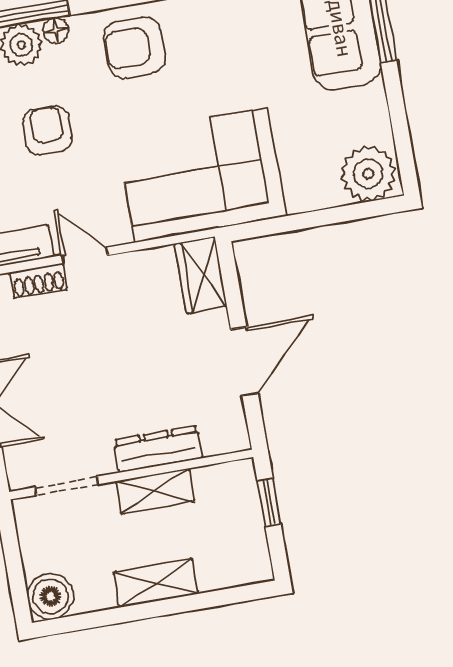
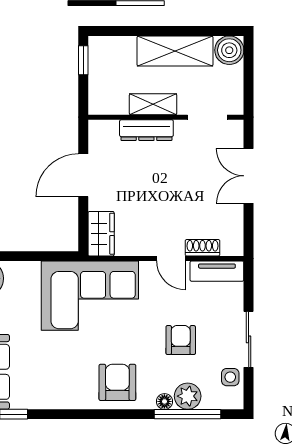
armchair: (135, 47) -> (117, 382), turned -90
armchair: (47, 131) -> (181, 340), turned 180
window: (269, 502) -> (83, 60), moved
shelving: (156, 583) -> (175, 51), width x1.50, depth x1.33

